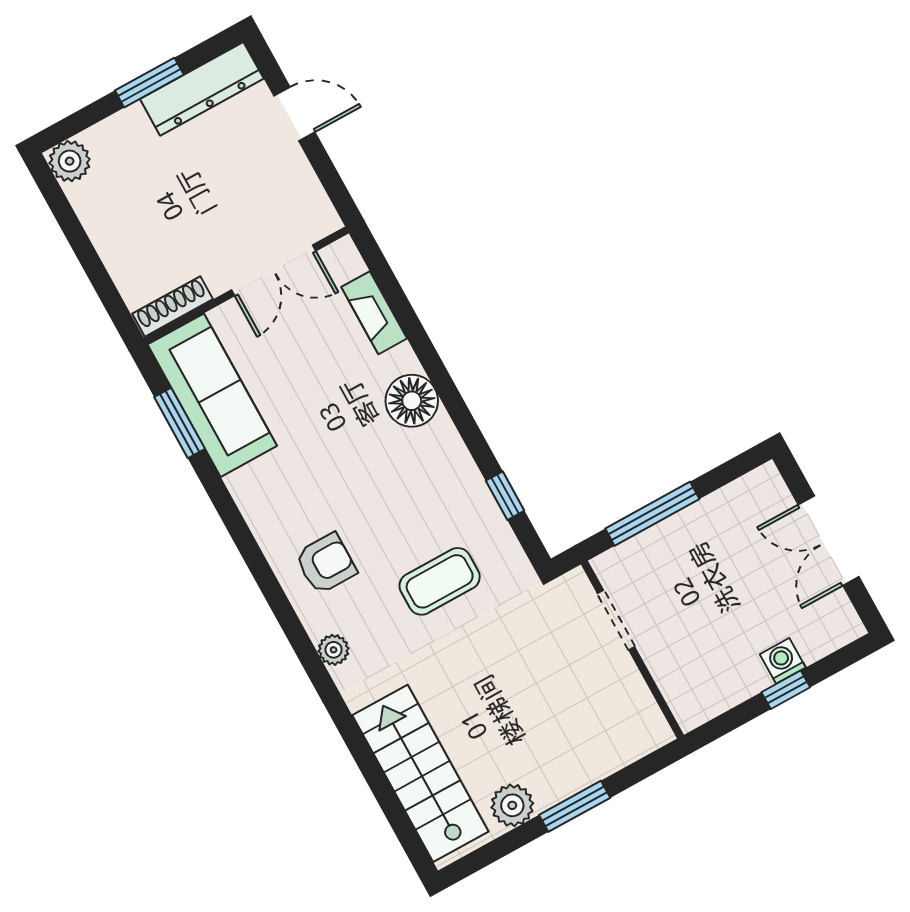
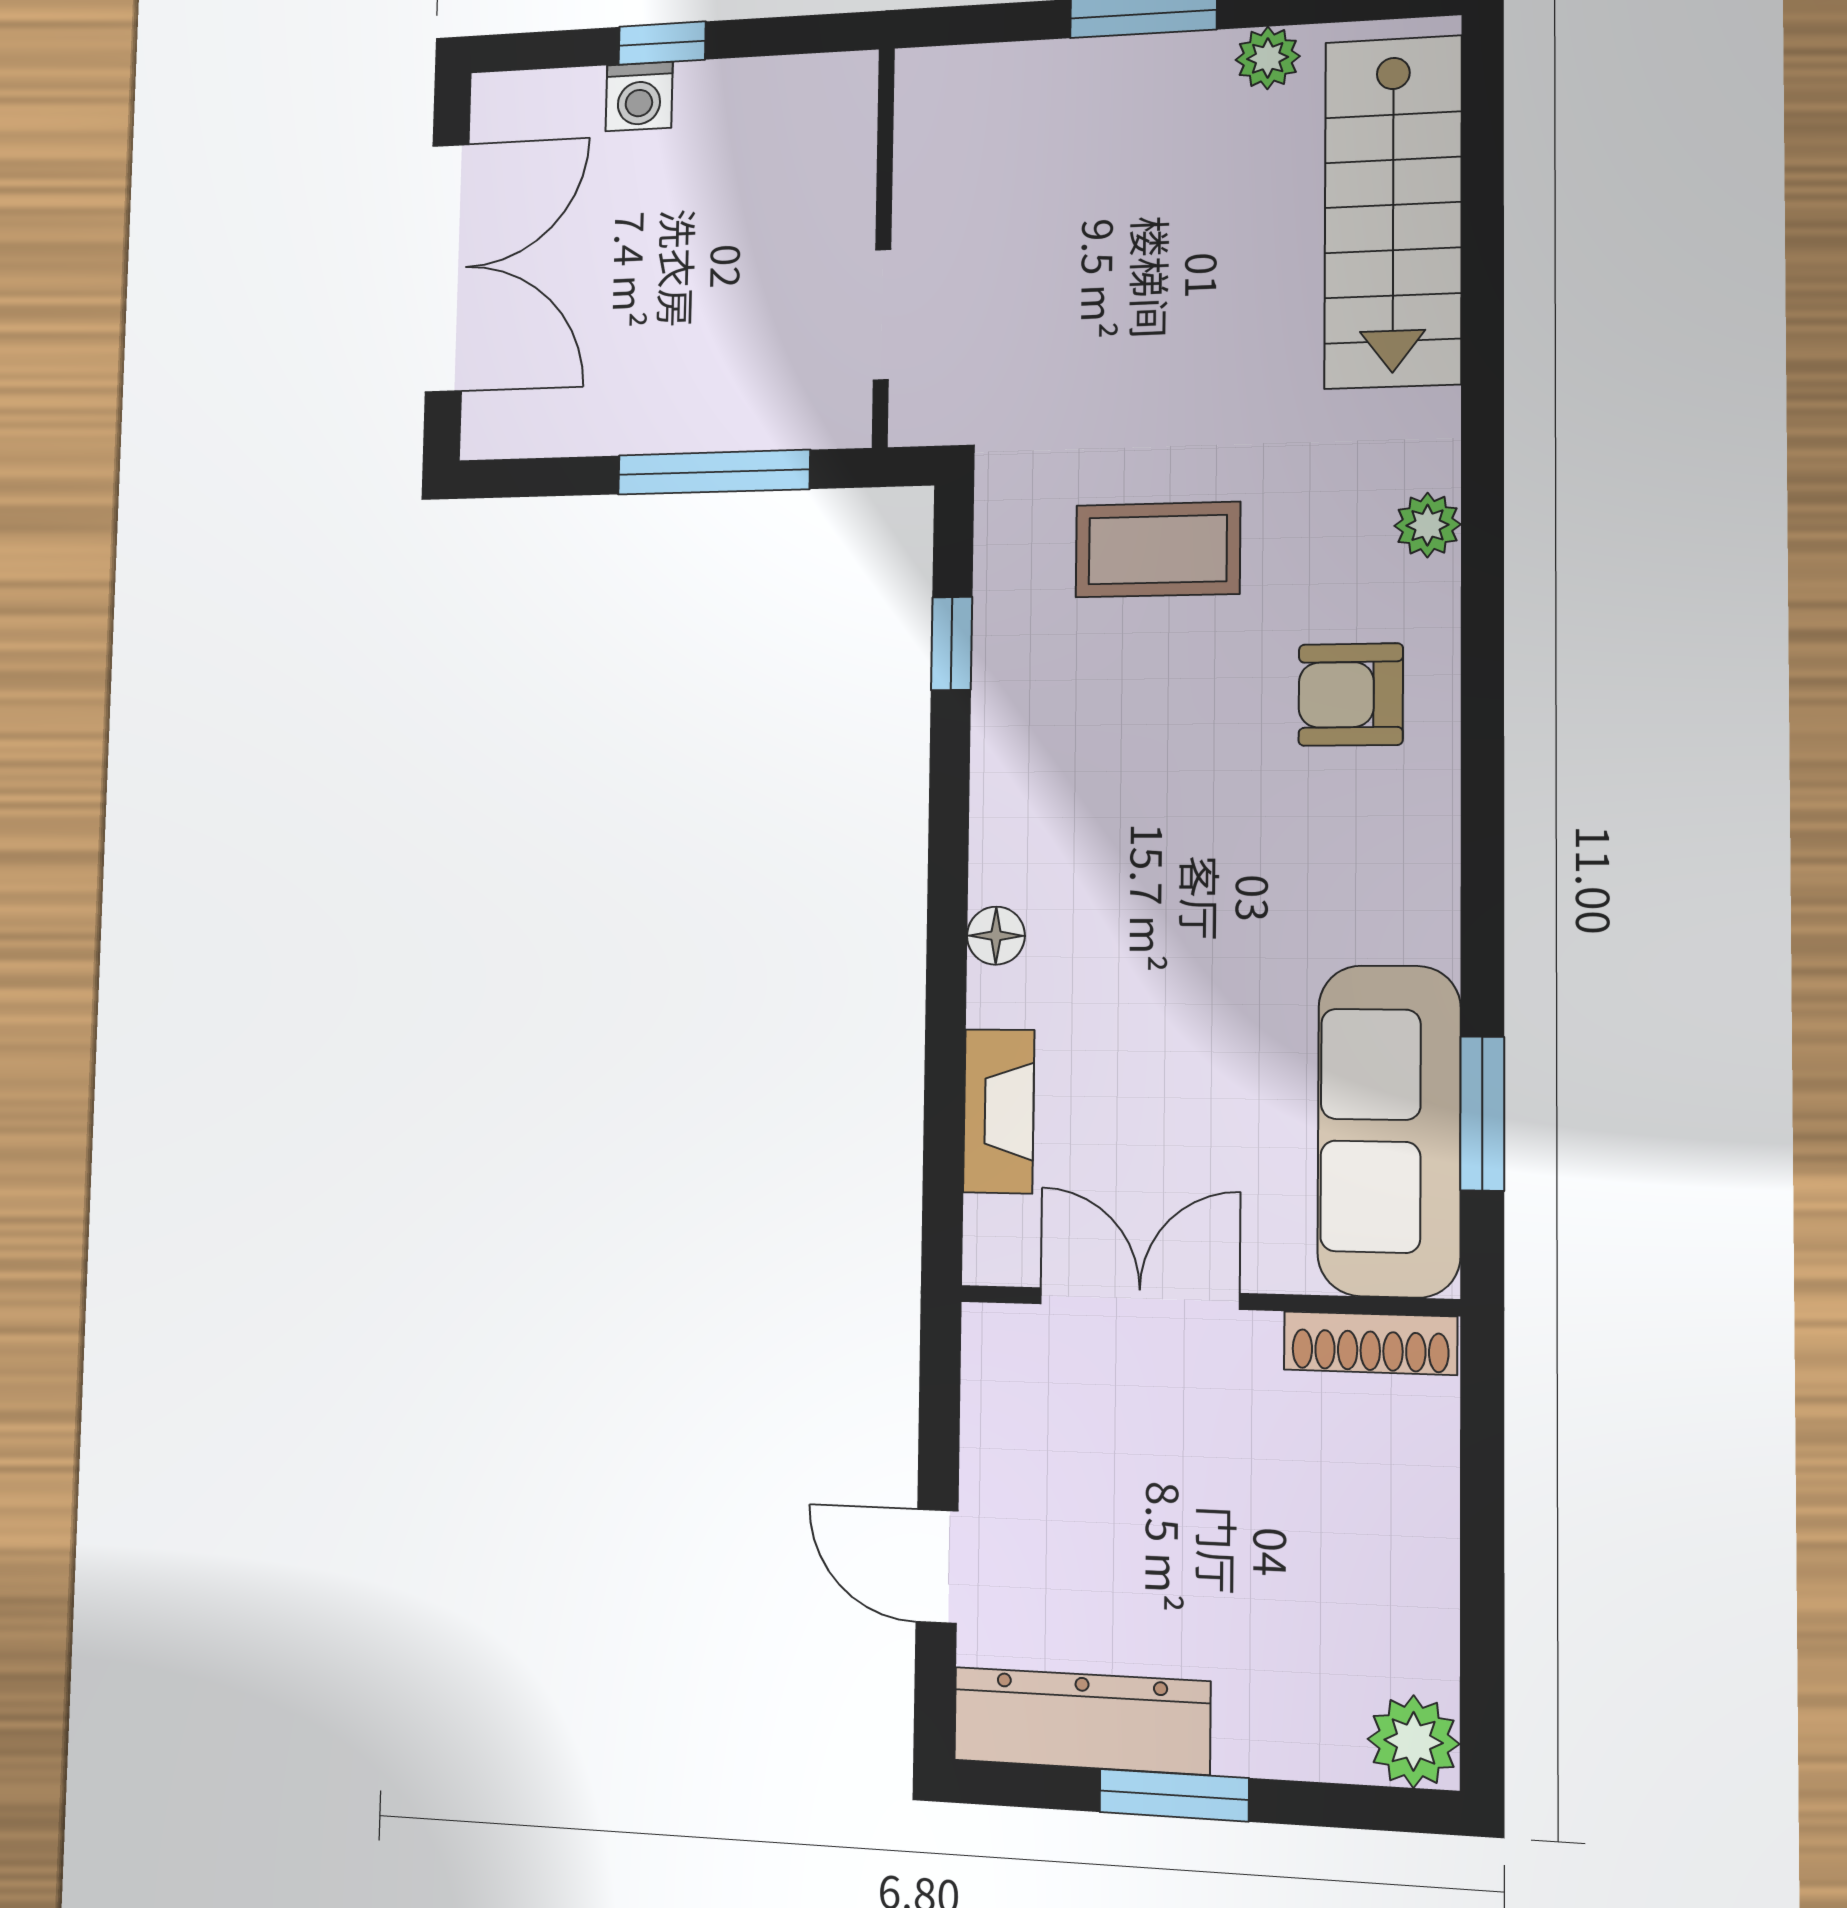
floor lamp: (412, 401) -> (996, 936), width x0.53, depth x0.53
double door: (829, 541) -> (447, 268), width x1.37
plant: (512, 805) -> (1268, 58), width x0.73, depth x0.73

